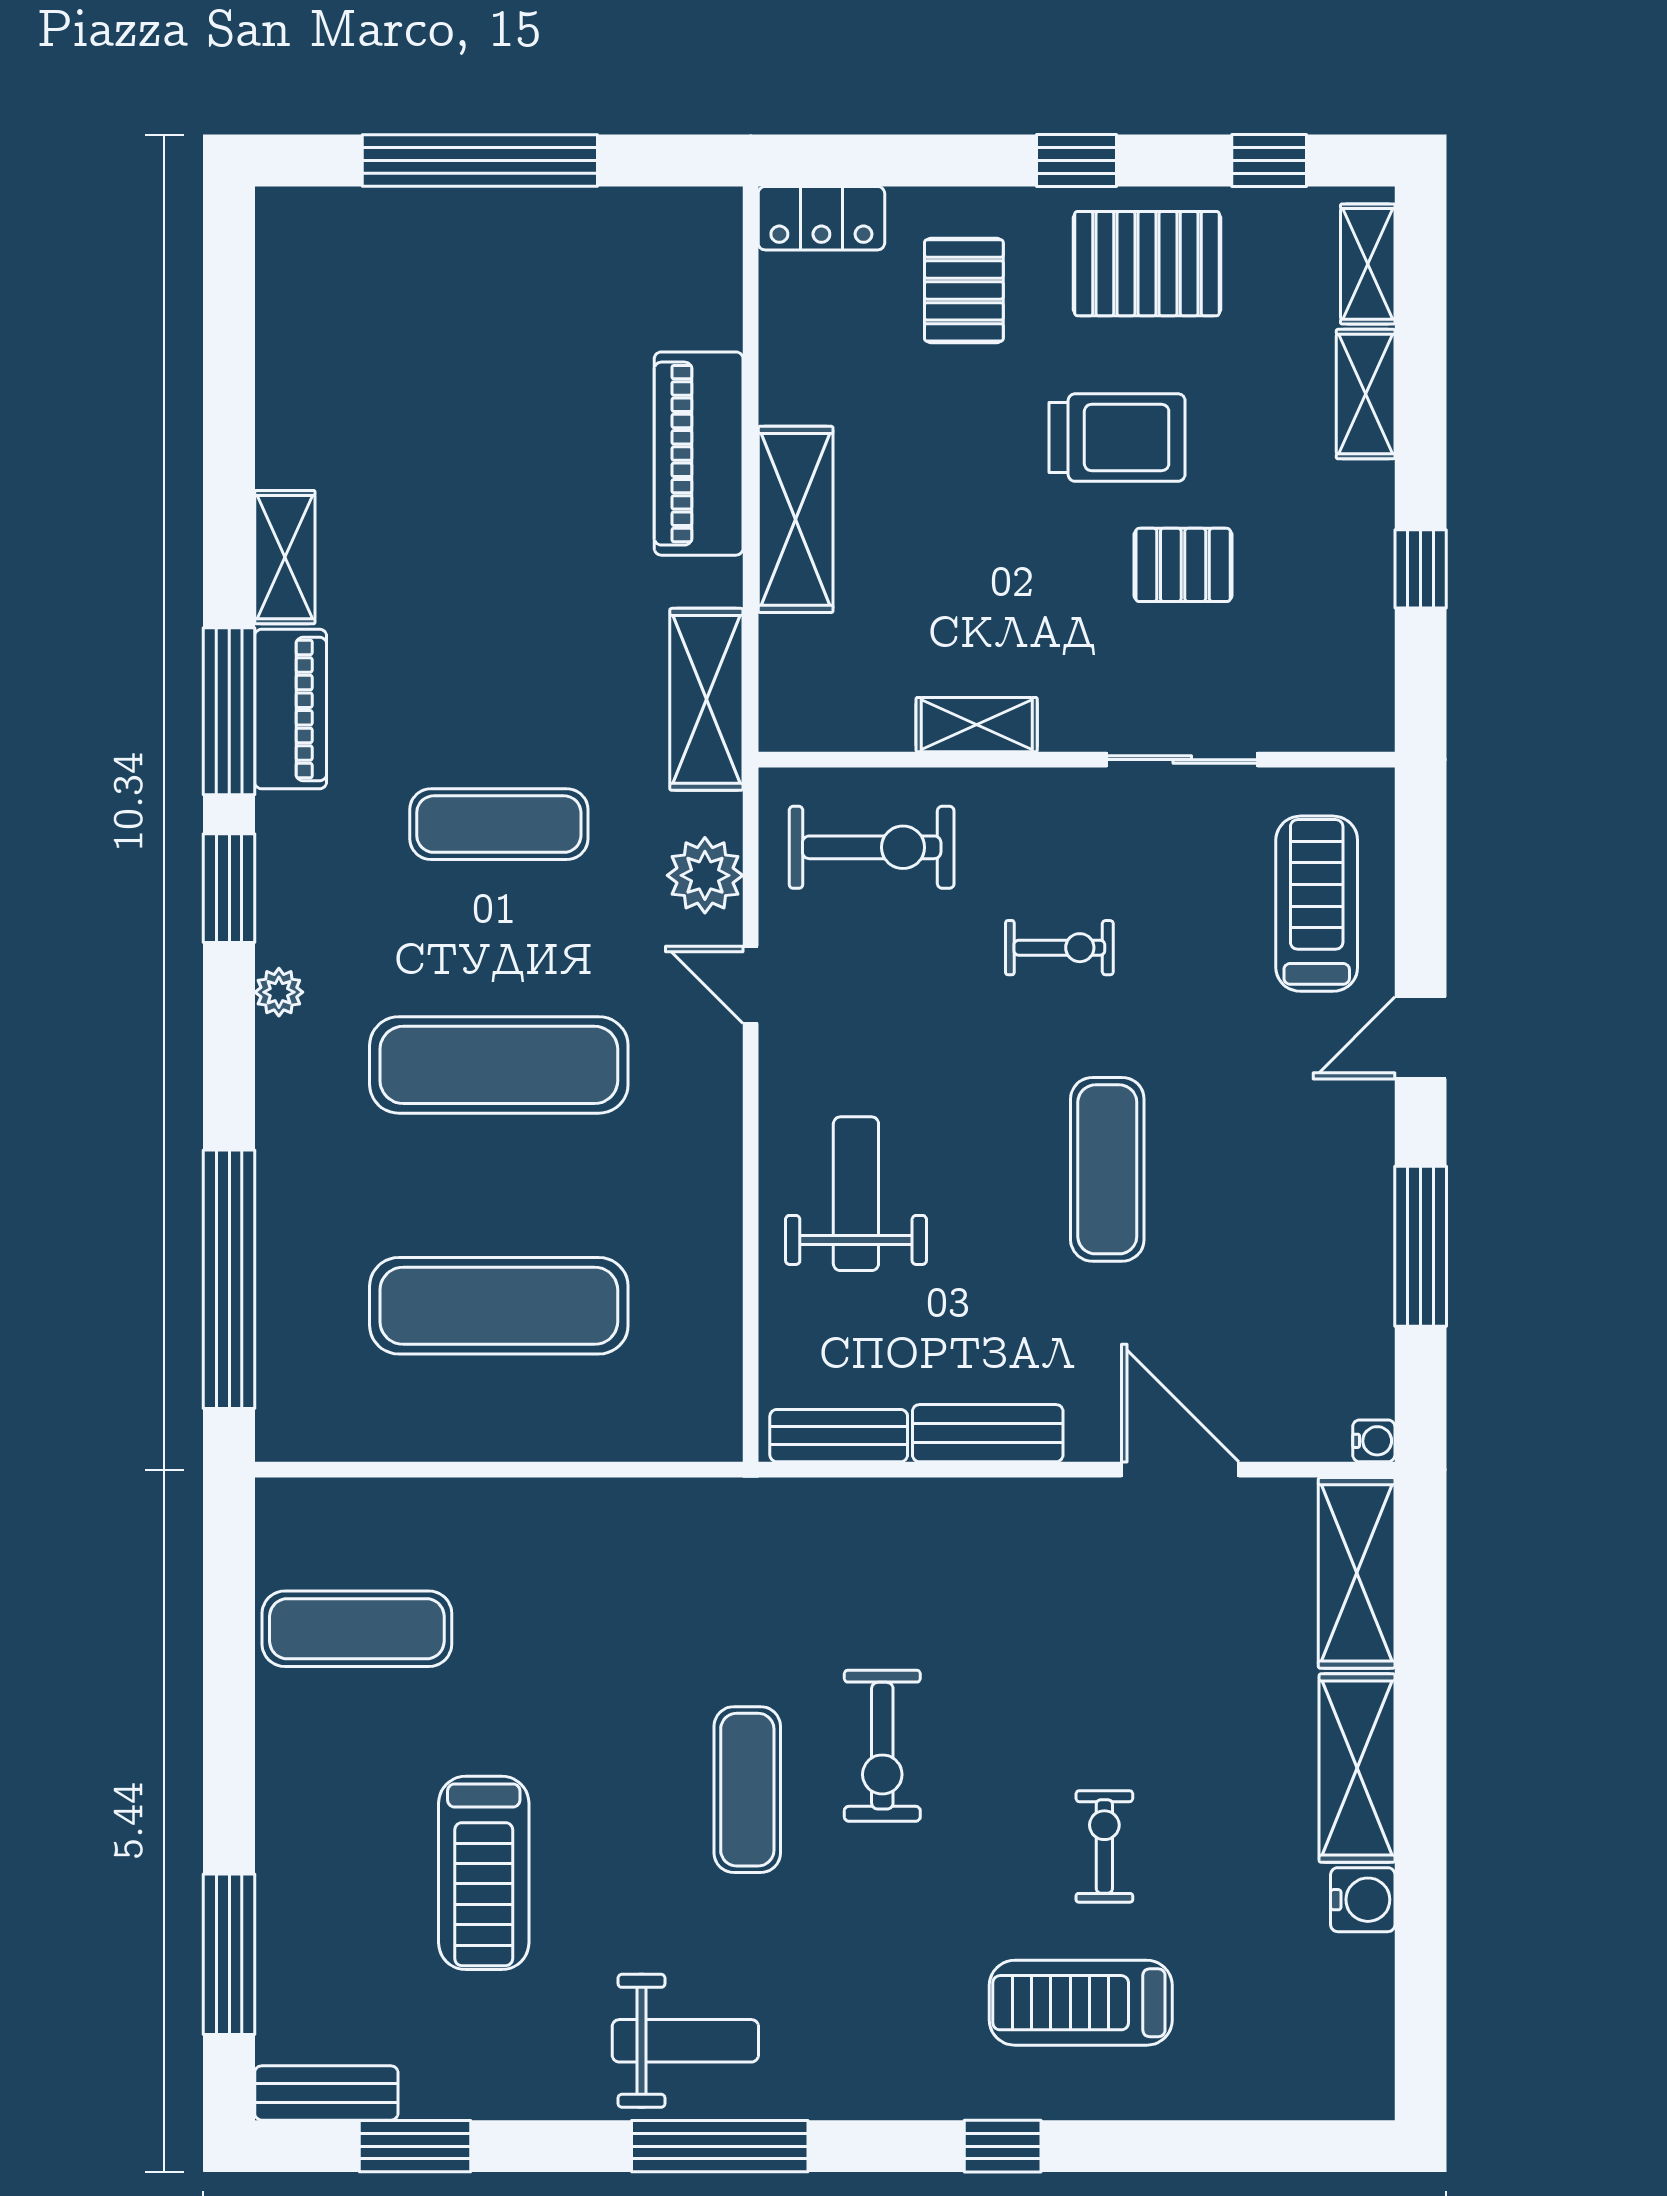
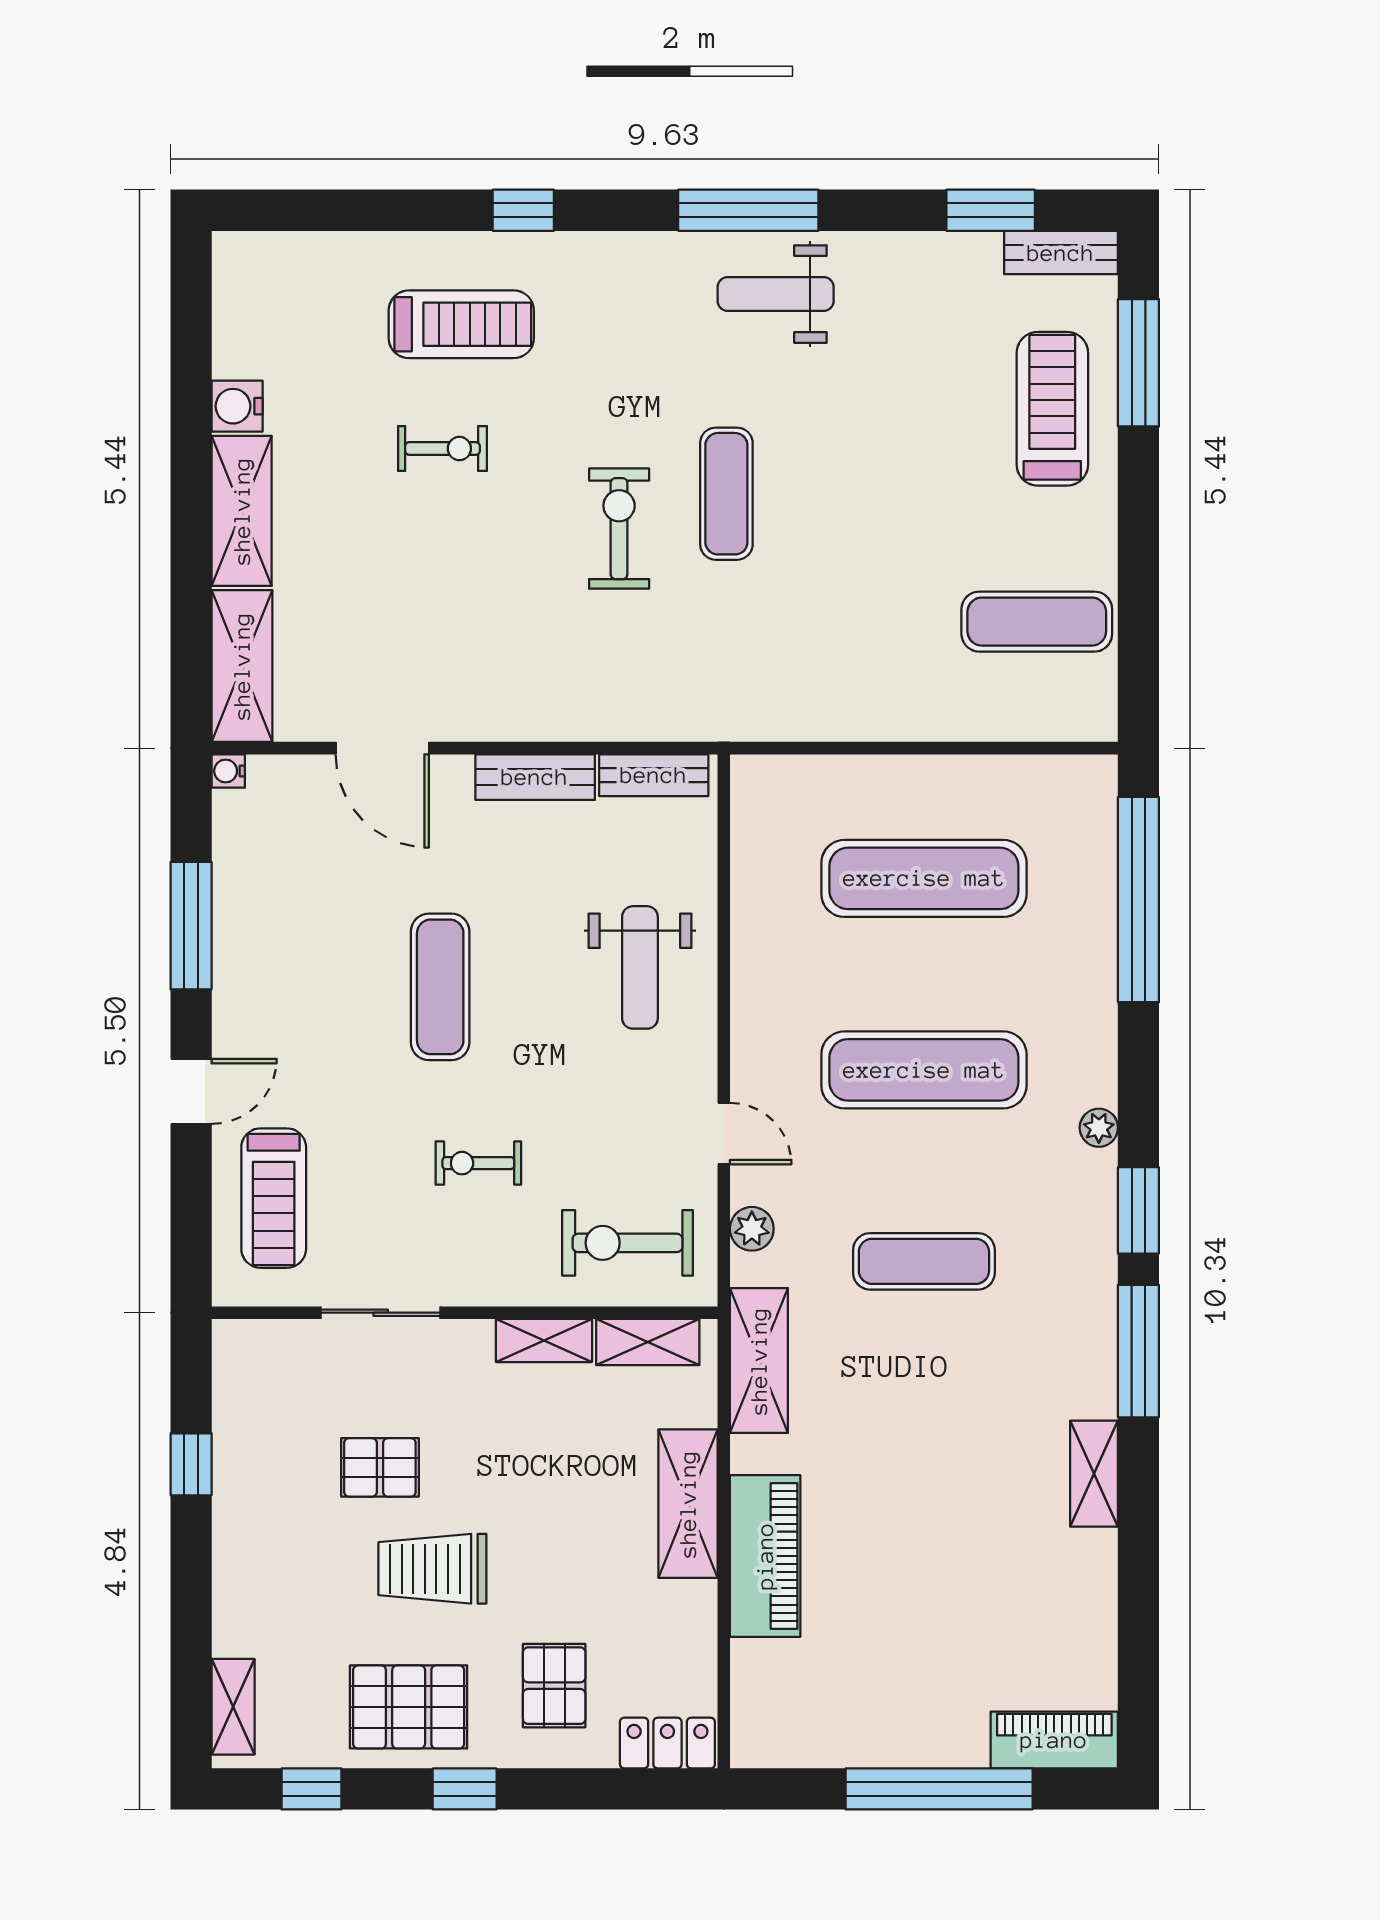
shelving: (1366, 394) -> (648, 1342), moved, turned 90
piano: (291, 709) -> (1054, 1740), moved, turned 90
plant: (705, 875) -> (752, 1229), width x0.73, depth x0.73
exercise bike: (1104, 1846) -> (442, 449), turned -90
treadmill: (484, 1873) -> (1052, 409), moved

